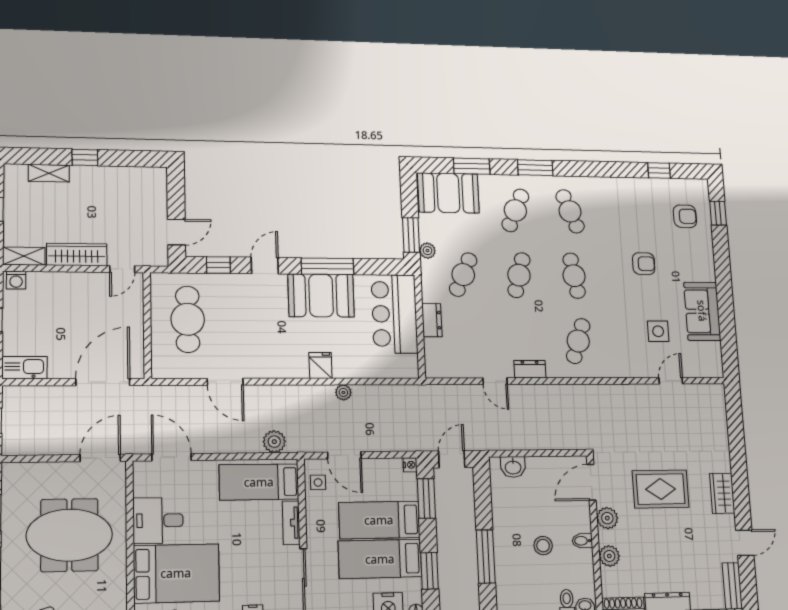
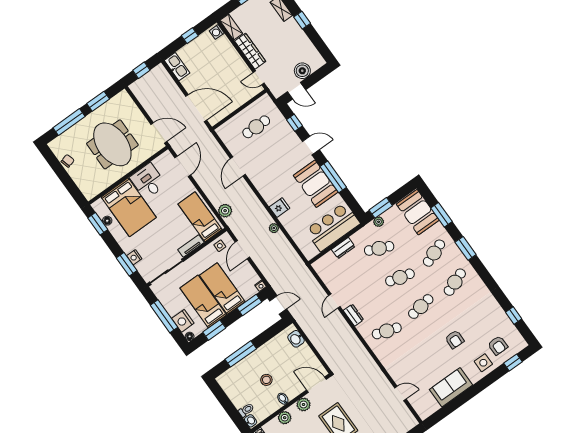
boiler: (155, 206) -> (302, 71), added
cafe table: (515, 210) -> (434, 253), turned -45
cafe table: (188, 319) -> (256, 127), width x0.73, depth x0.74
side table: (658, 331) -> (483, 363), moved

